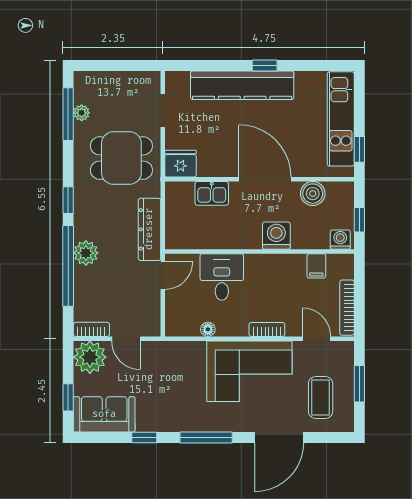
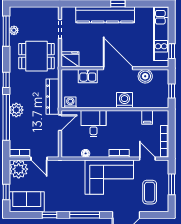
washing machine: (340, 240) -> (70, 102), moved

